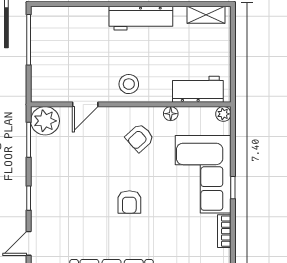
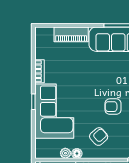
plant: (223, 114) -> (65, 153), moved
armchair: (129, 202) -> (113, 107), moved, turned -90

